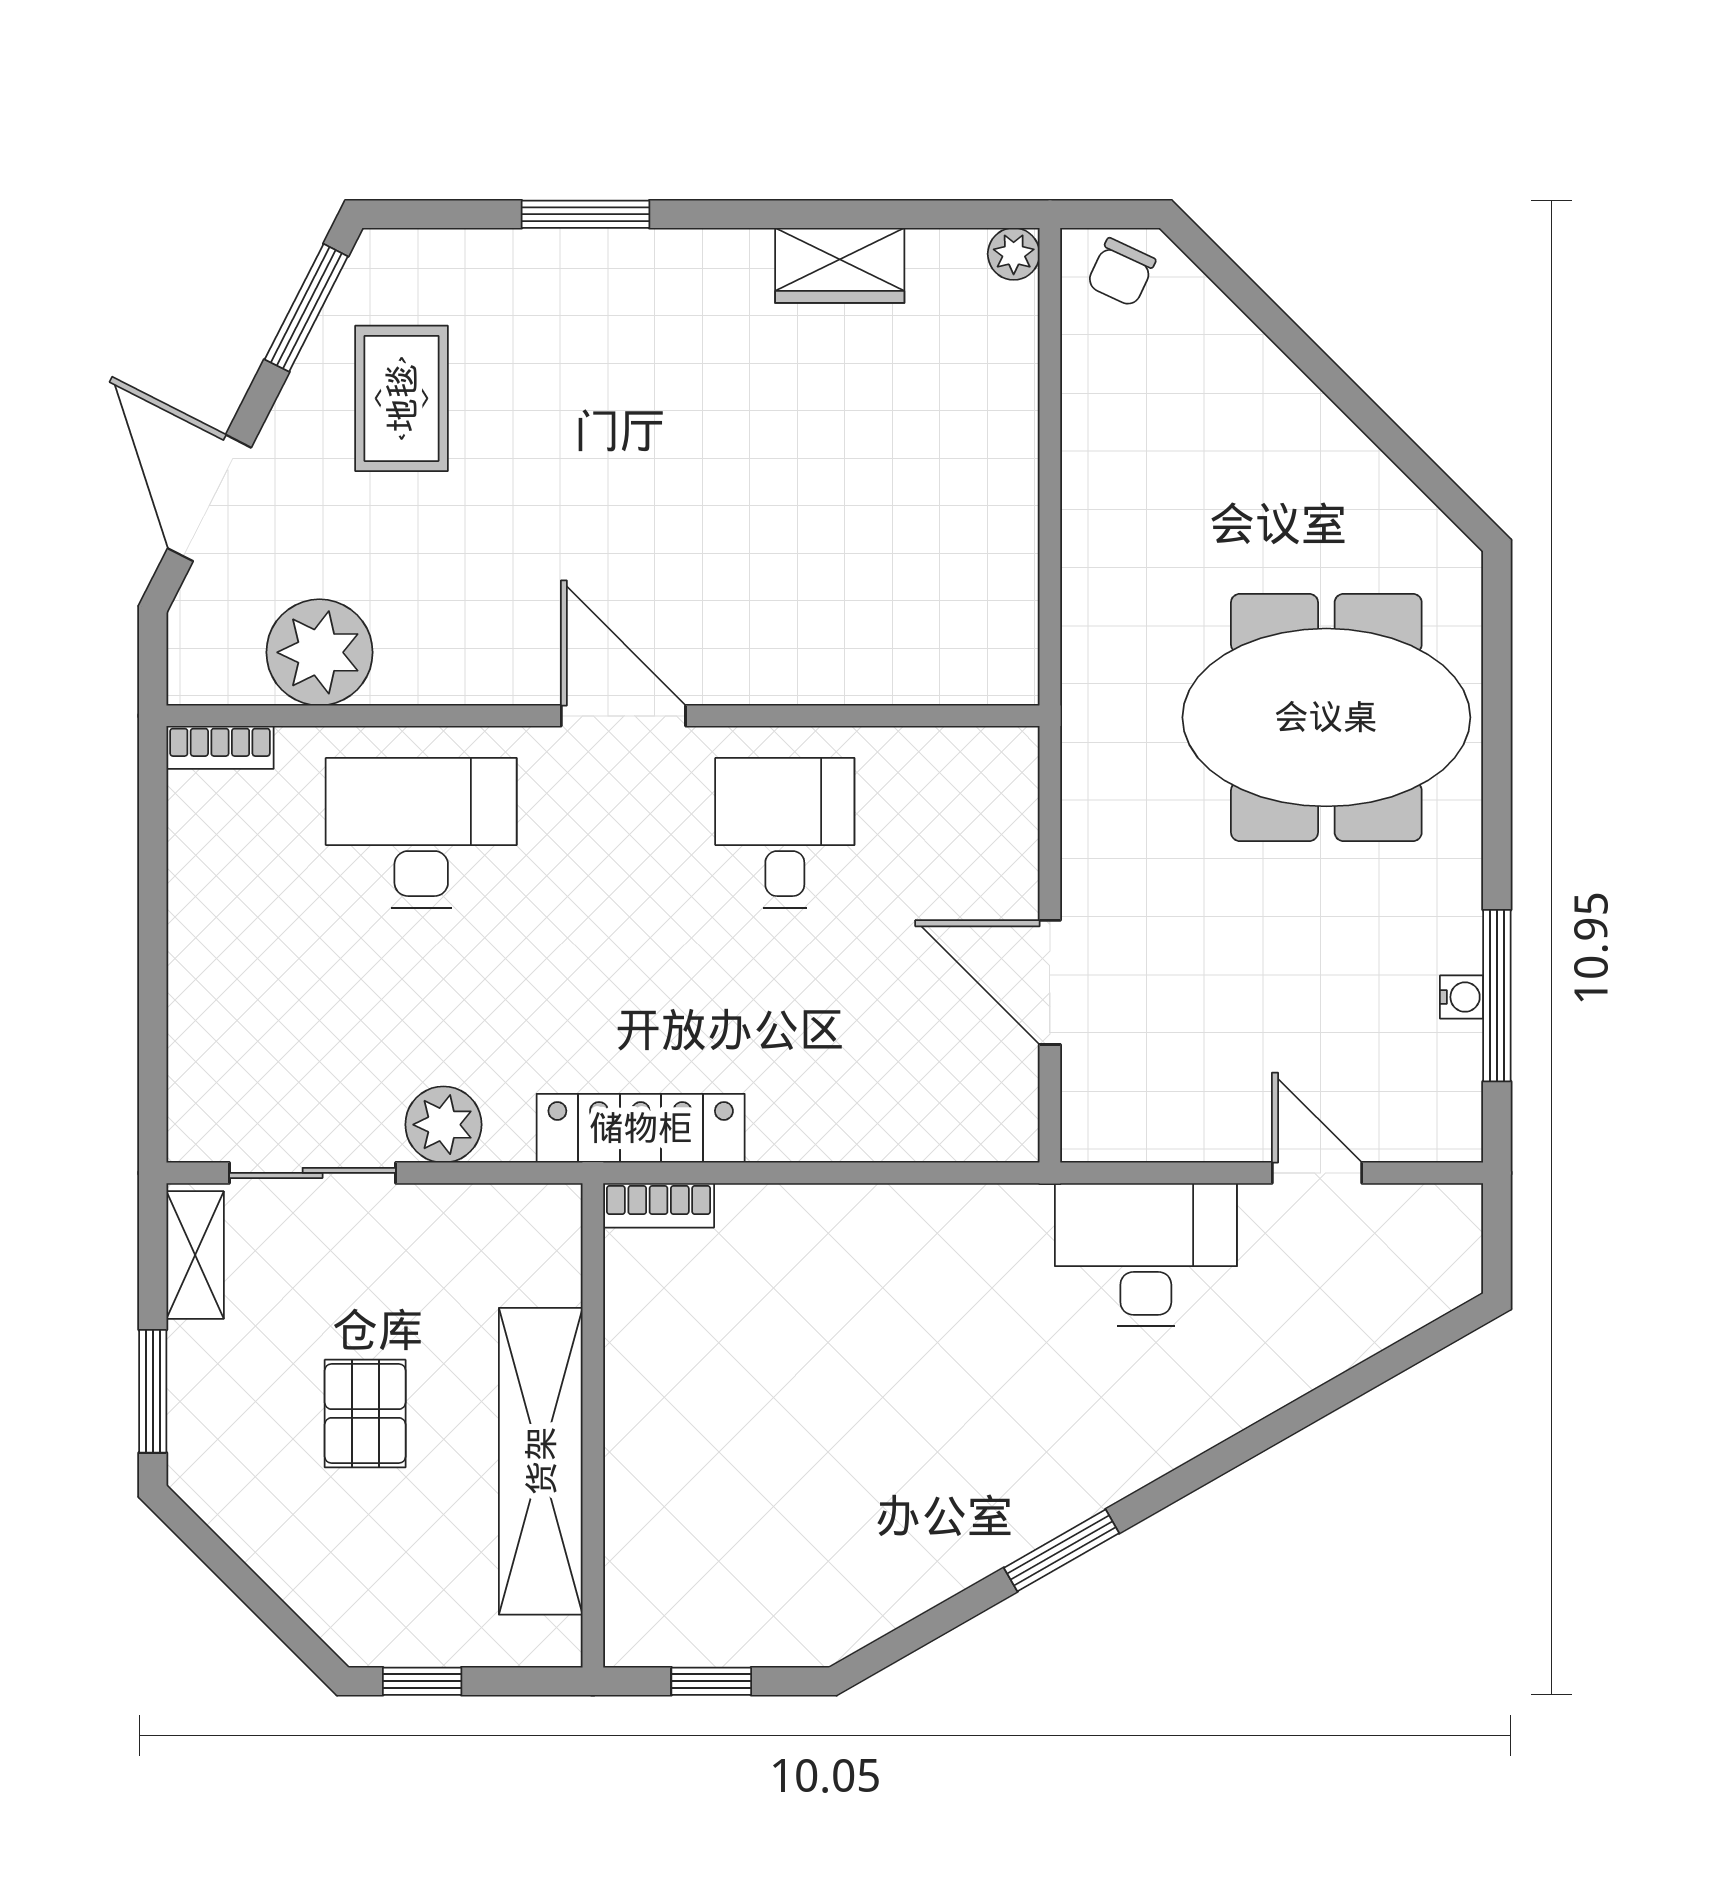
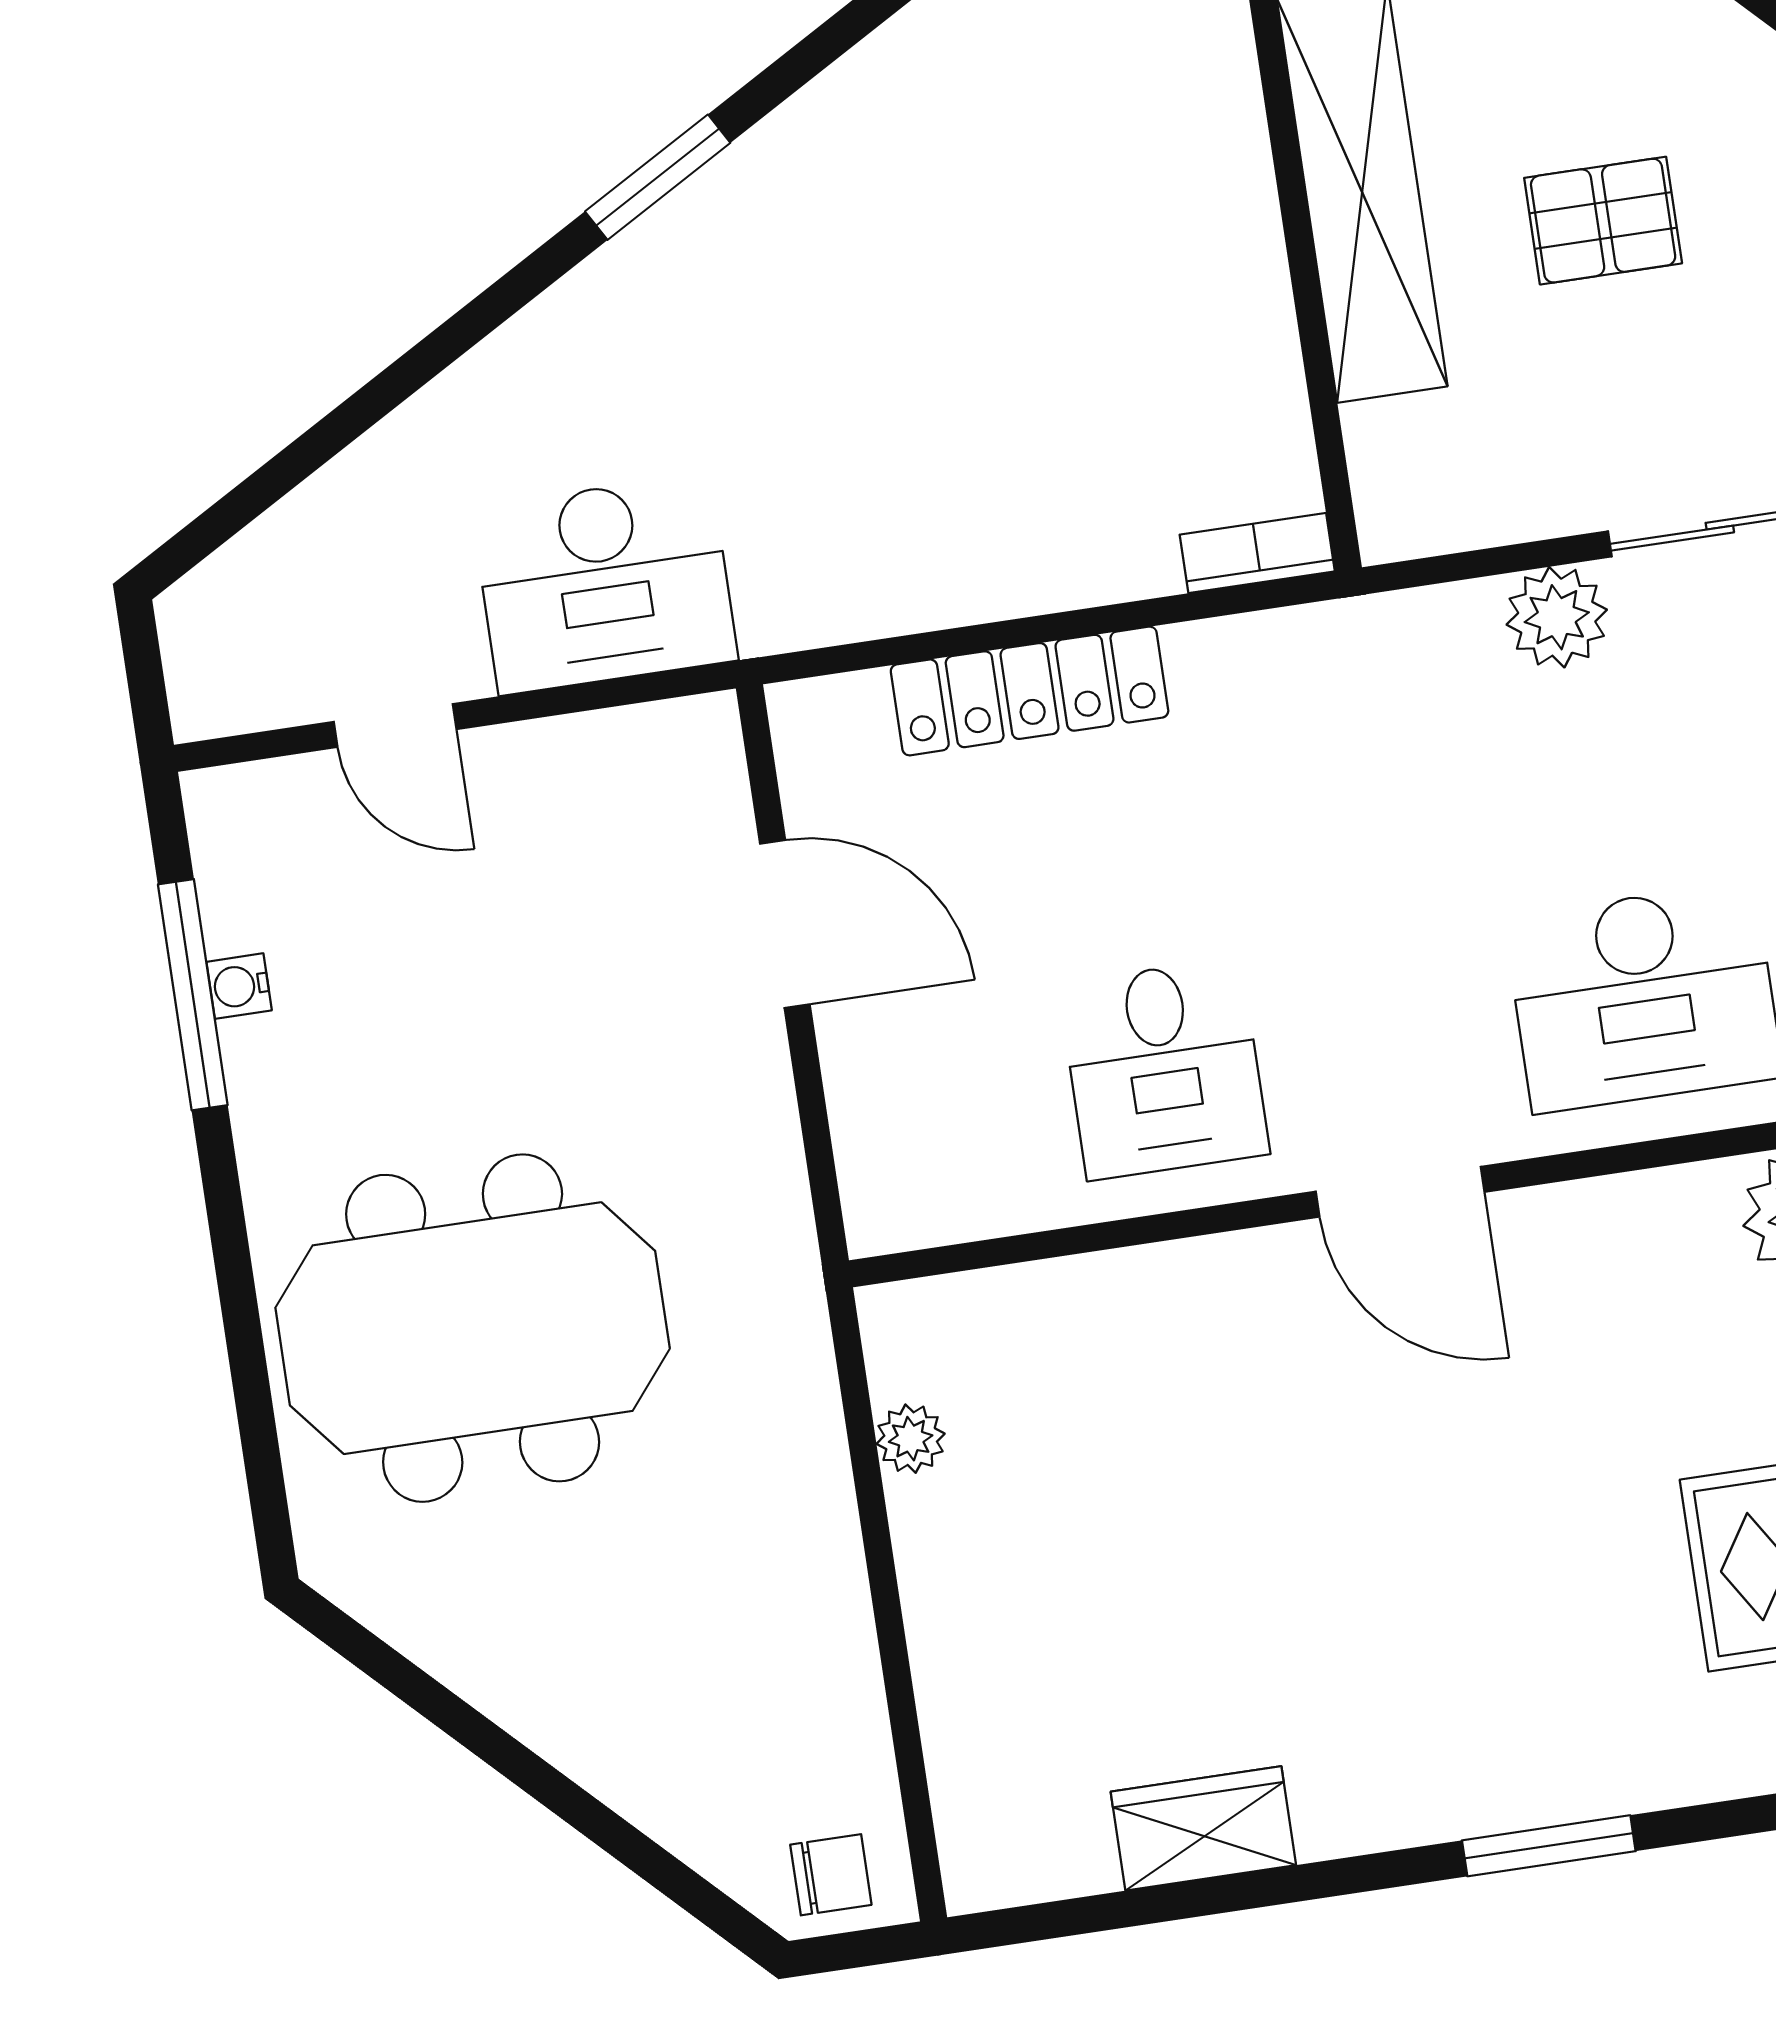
plant: (1014, 254) -> (911, 1439), moved
chair: (1121, 272) -> (831, 1875), turned 65
locker: (641, 1128) -> (1030, 691), moved
pallet: (365, 1414) -> (1603, 221), turned 90

